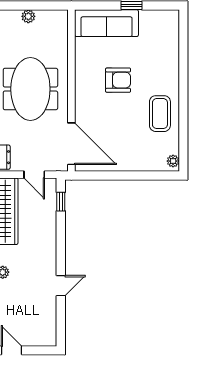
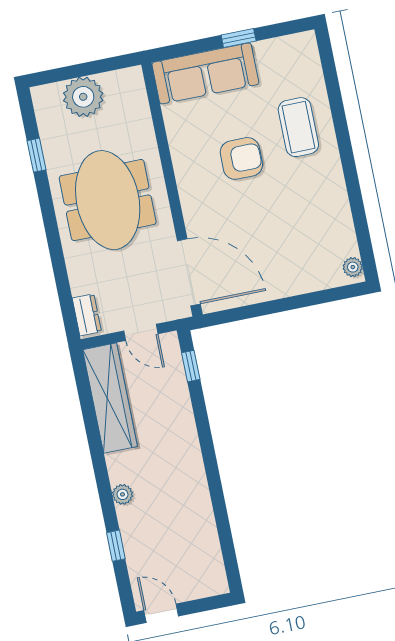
plant: (28, 16) -> (83, 97), width x1.87, depth x1.87
coffee table: (160, 114) -> (298, 127), moved
door: (61, 286) -> (217, 497), removed

